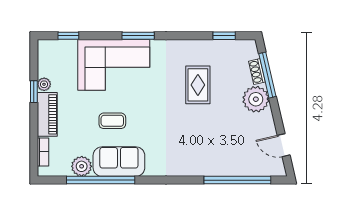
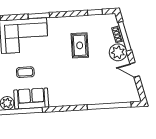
door: (284, 145) -> (135, 70), moved

